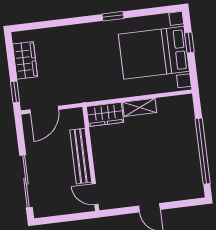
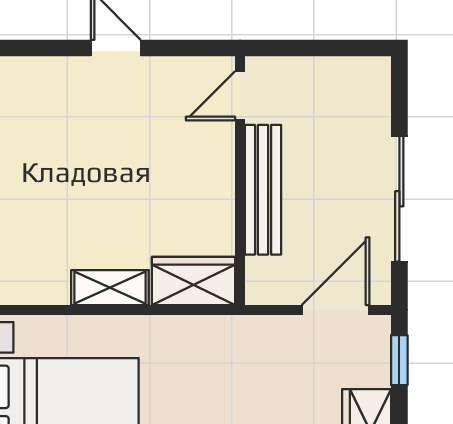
sliding door: (26, 181) -> (399, 199), moved
door: (95, 194) -> (240, 96), swing flipped

